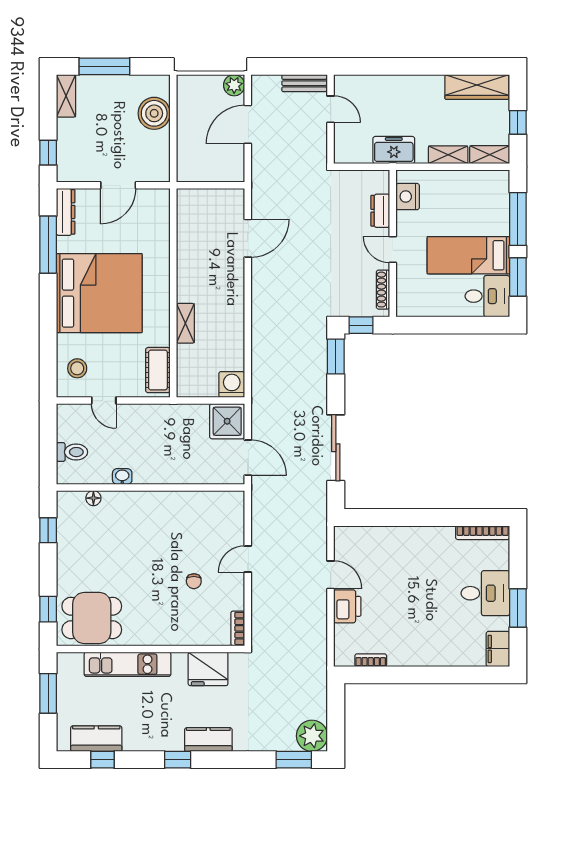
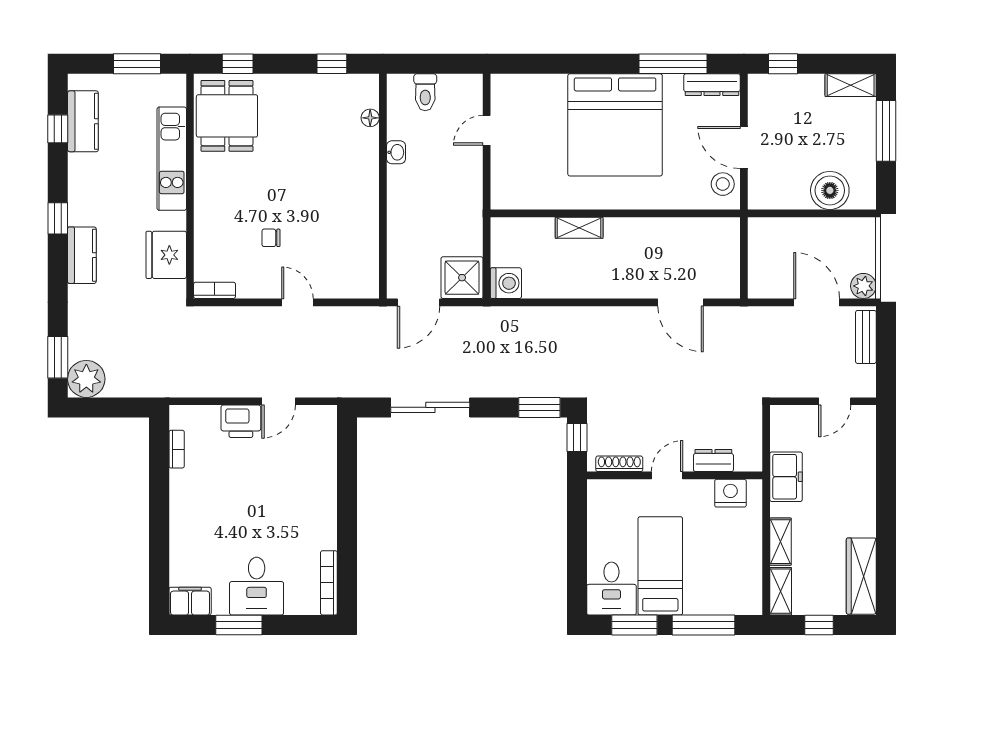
bench: (304, 83) -> (866, 337), moved
stool: (77, 368) -> (723, 184), moved
cot: (158, 370) -> (523, 195), removed

